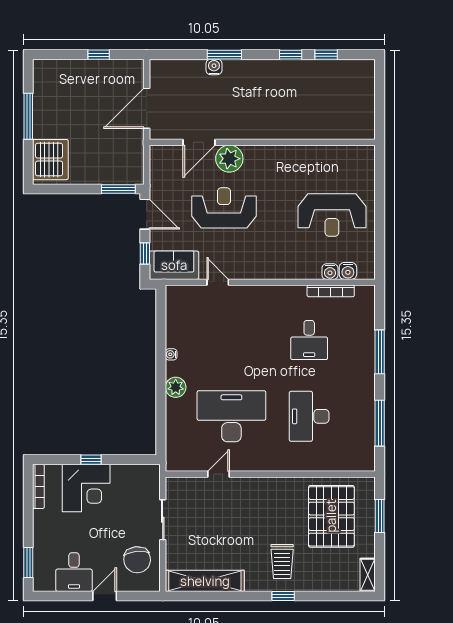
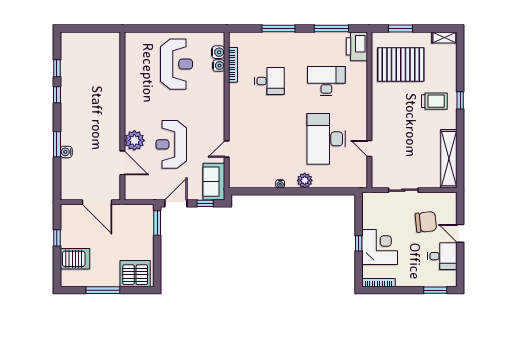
server rack: (70, 79) -> (75, 259), added
desk: (309, 416) -> (326, 81), turned 180
printer: (356, 457) -> (357, 46), added
chair: (137, 560) -> (426, 222), moved

